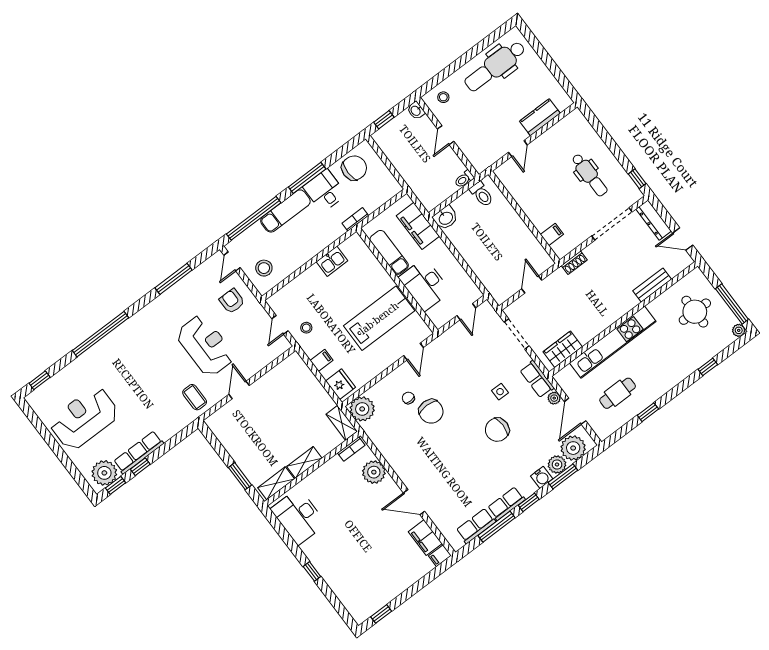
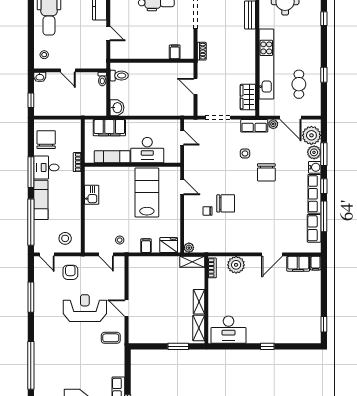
armchair: (232, 301) -> (70, 272), turned 90
plant: (362, 409) -> (189, 248), width x0.53, depth x0.53
row of seats: (506, 504) -> (314, 194), width x1.48

